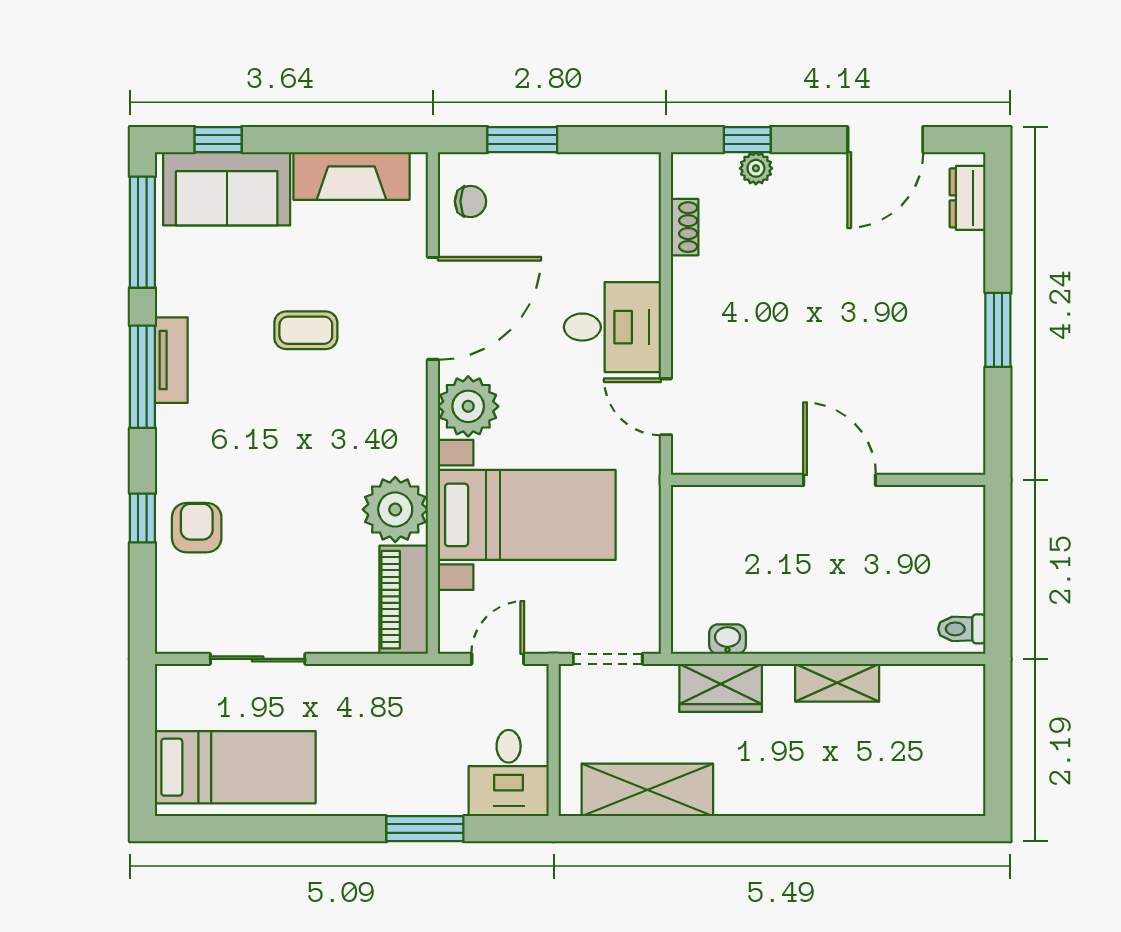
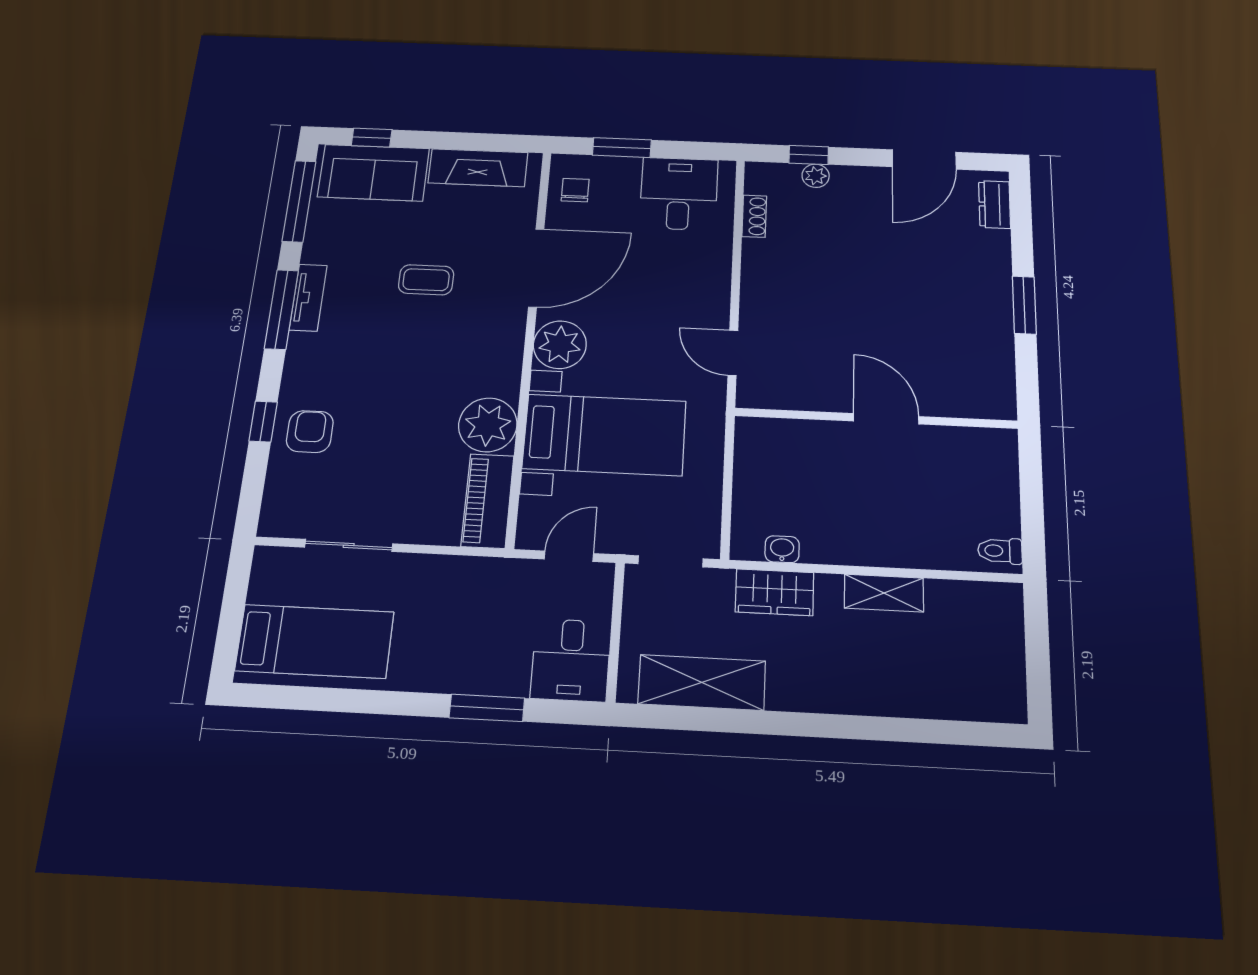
chair: (470, 201) -> (575, 190), turned -90
desk: (612, 327) -> (679, 194), moved, turned -90

